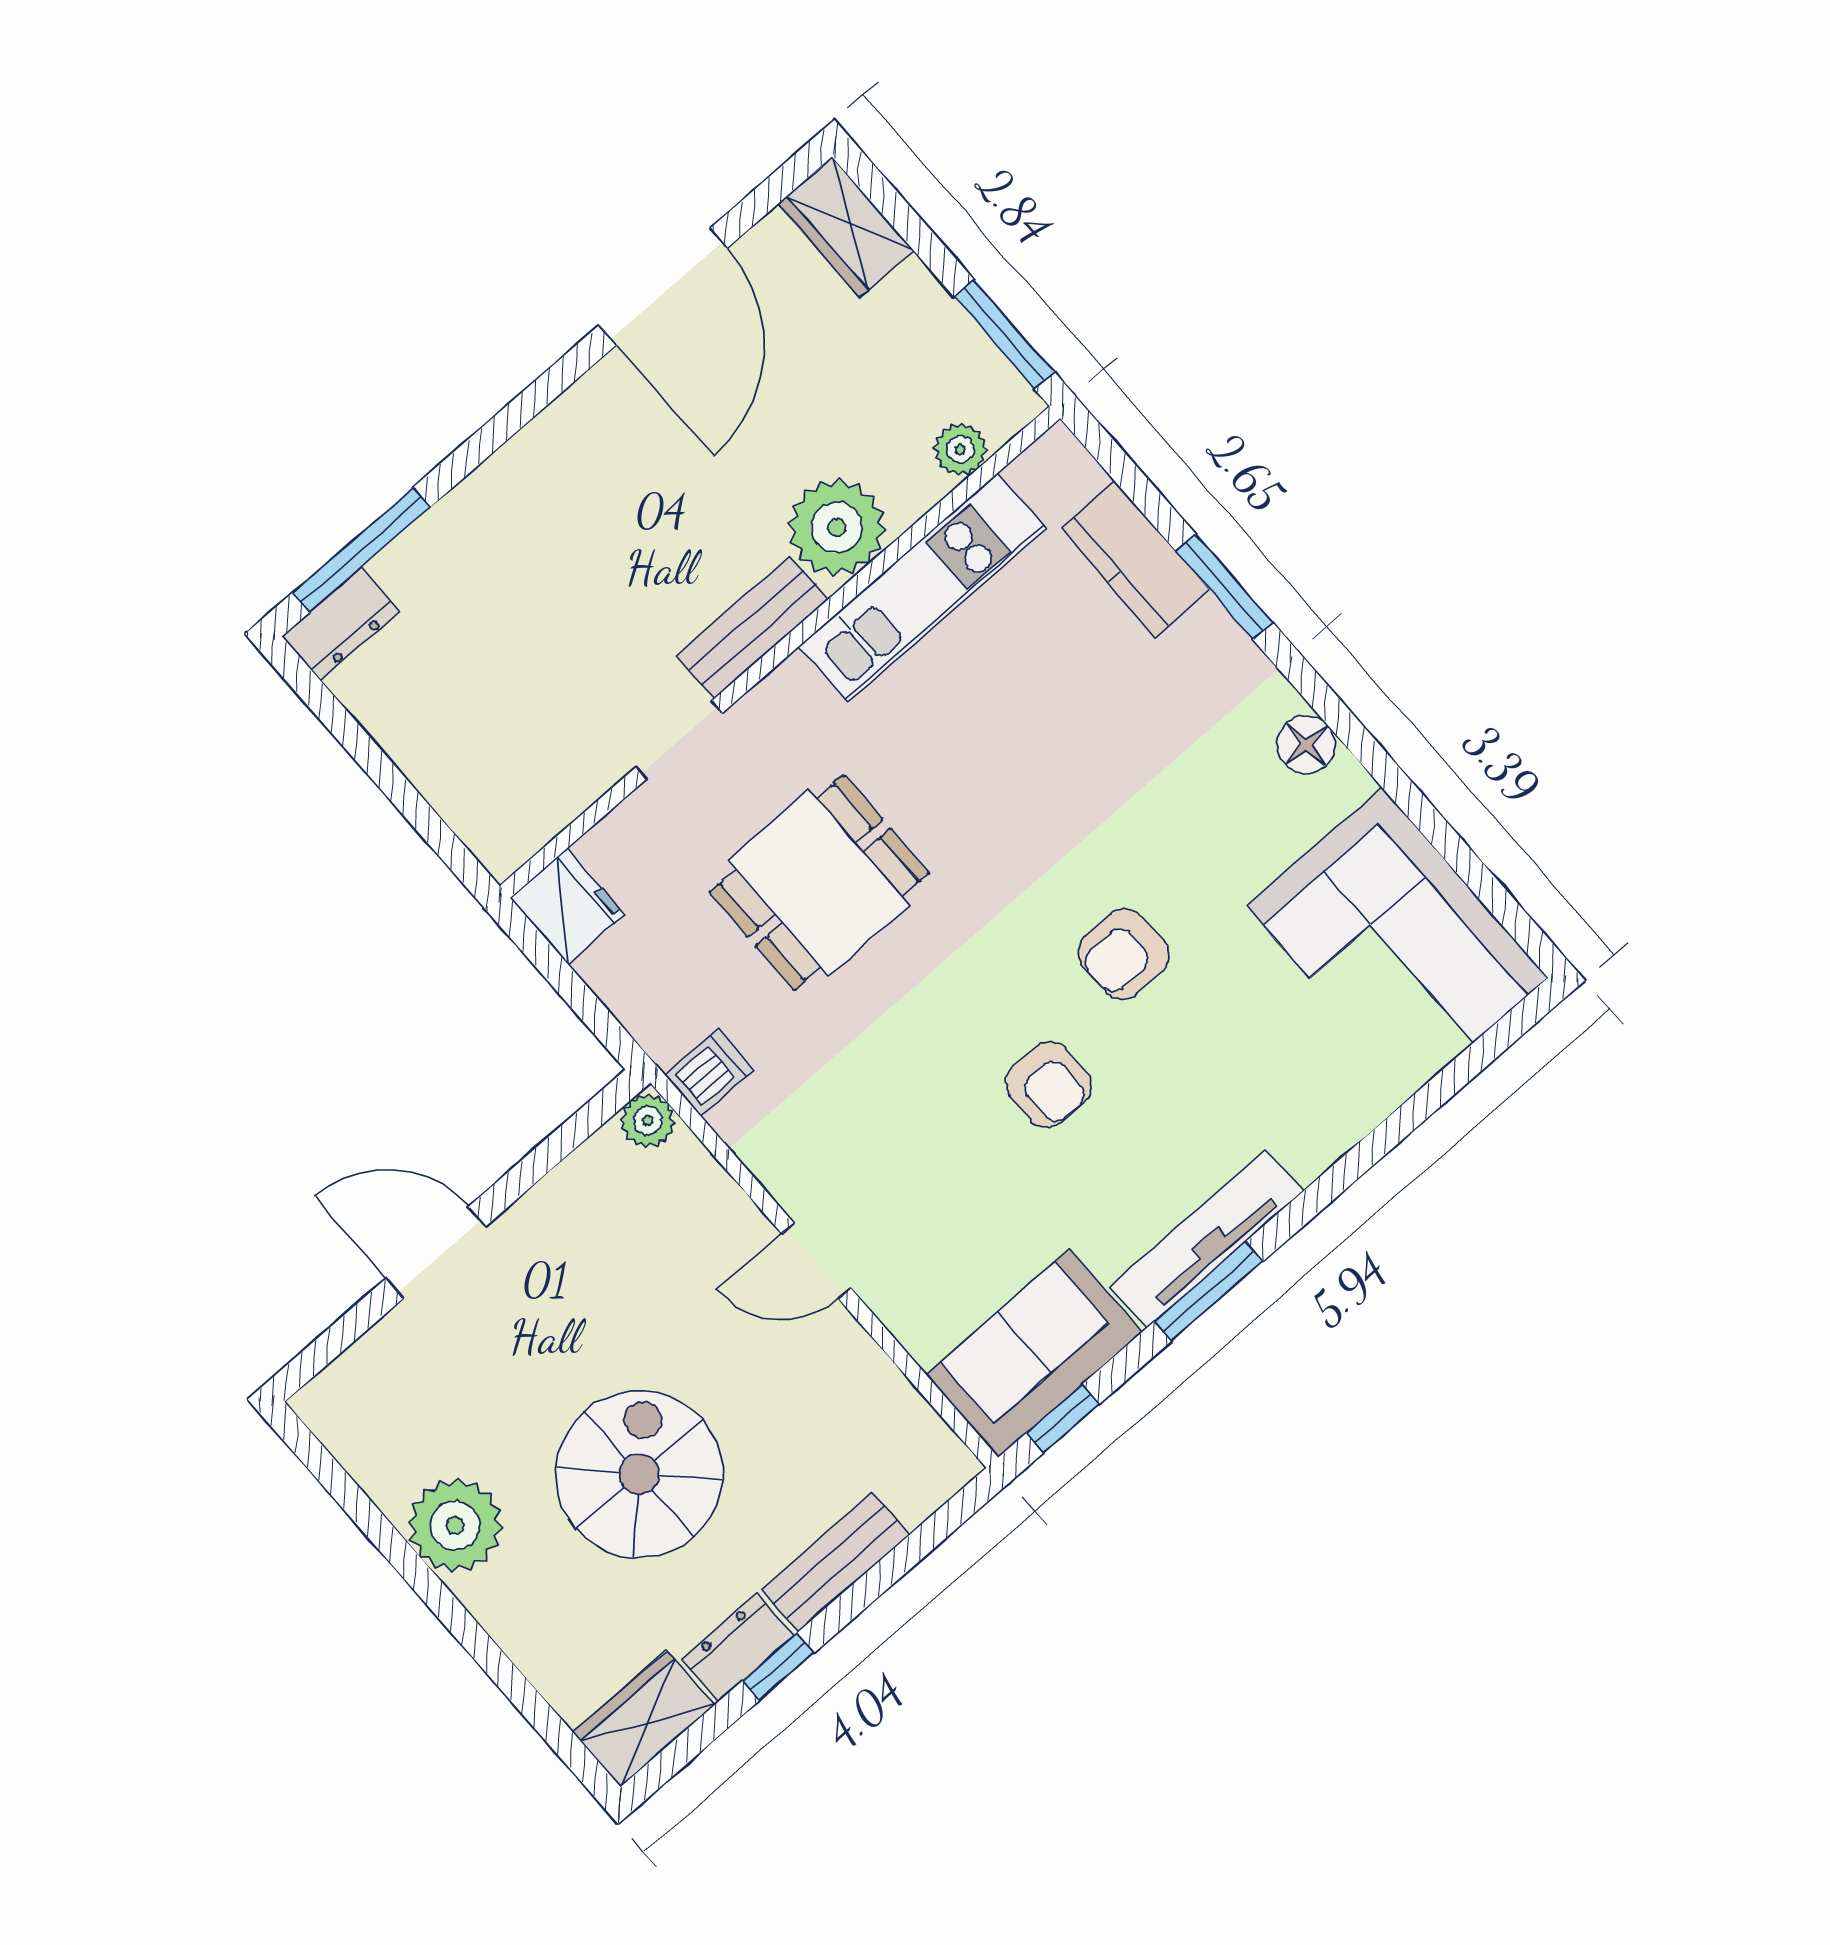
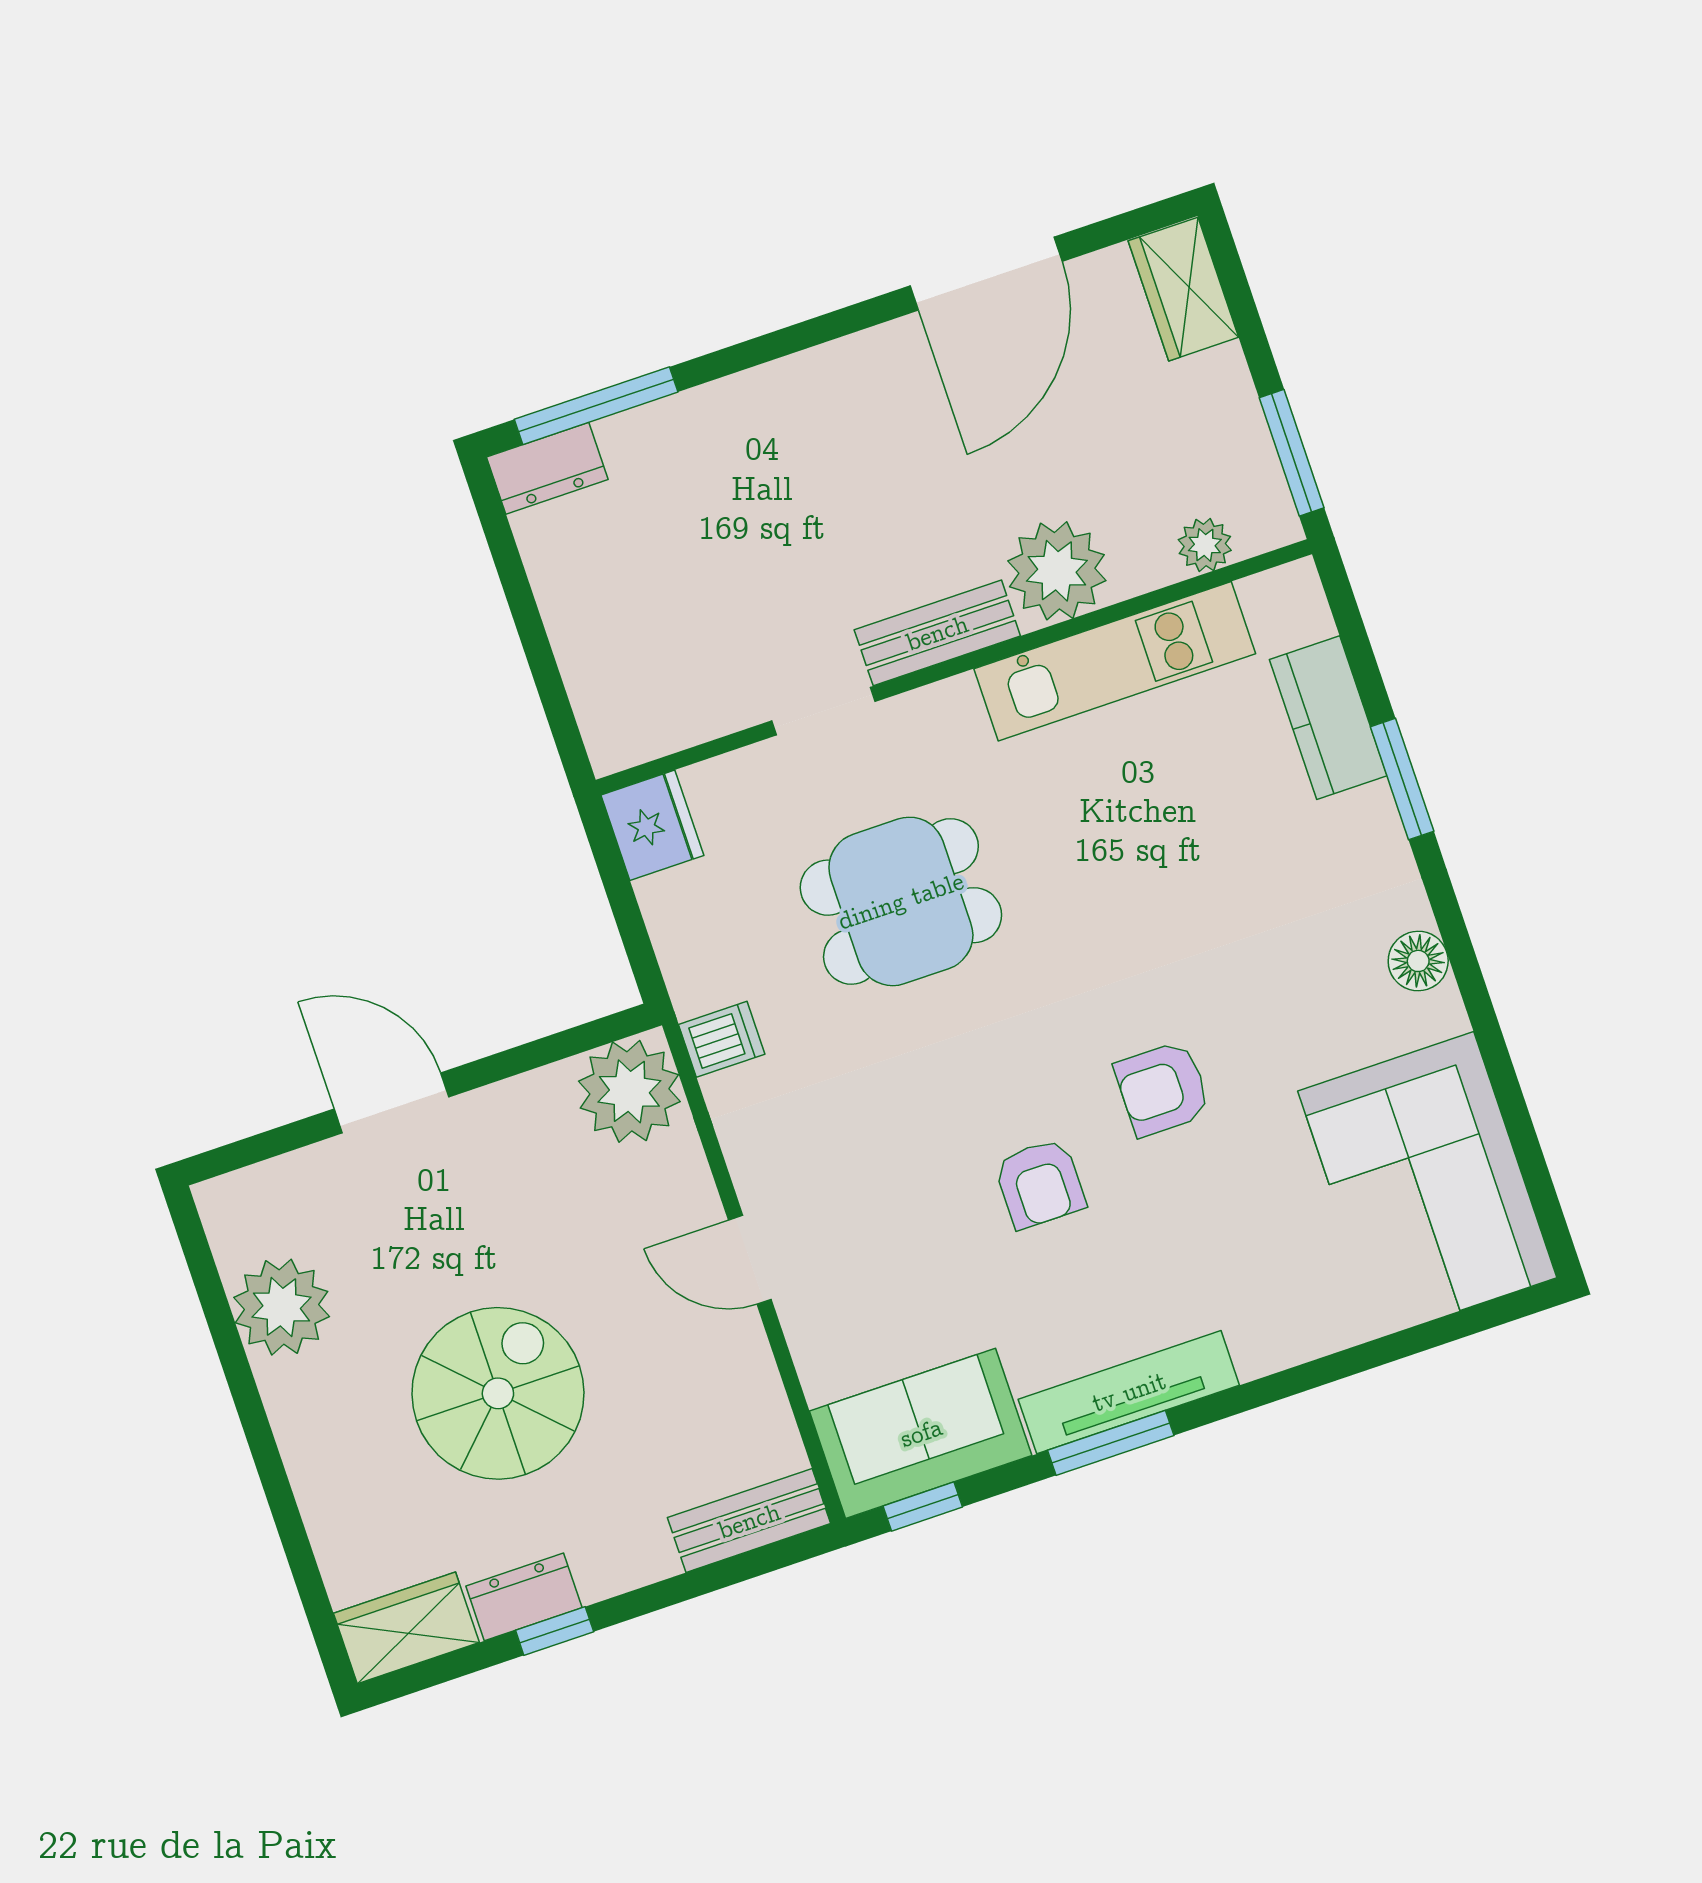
plant: (648, 1121) -> (629, 1091), width x1.87, depth x1.87
plant: (455, 1525) -> (282, 1307), moved
bench: (835, 1562) -> (749, 1521), moved

